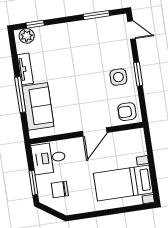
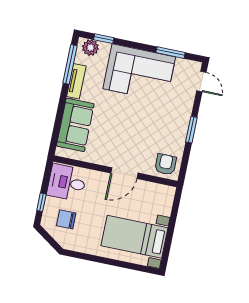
corner sofa: (76, 42) -> (139, 73), added
side table: (118, 77) -> (170, 125), removed
window: (20, 95) -> (70, 64), moved
armchair: (127, 112) -> (166, 164), turned 90
window: (33, 183) -> (41, 202), width x0.67

